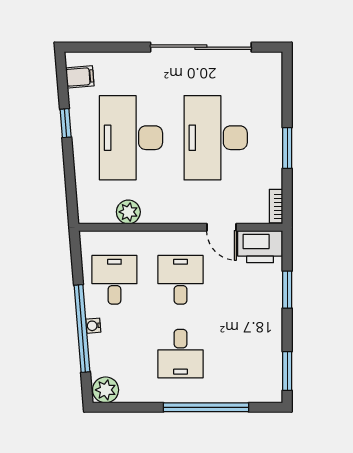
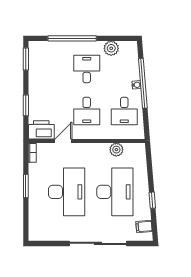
sliding door: (201, 47) -> (98, 243), moved
door: (221, 227) -> (63, 141), hinge flipped
plant: (106, 390) -> (111, 48), moved

